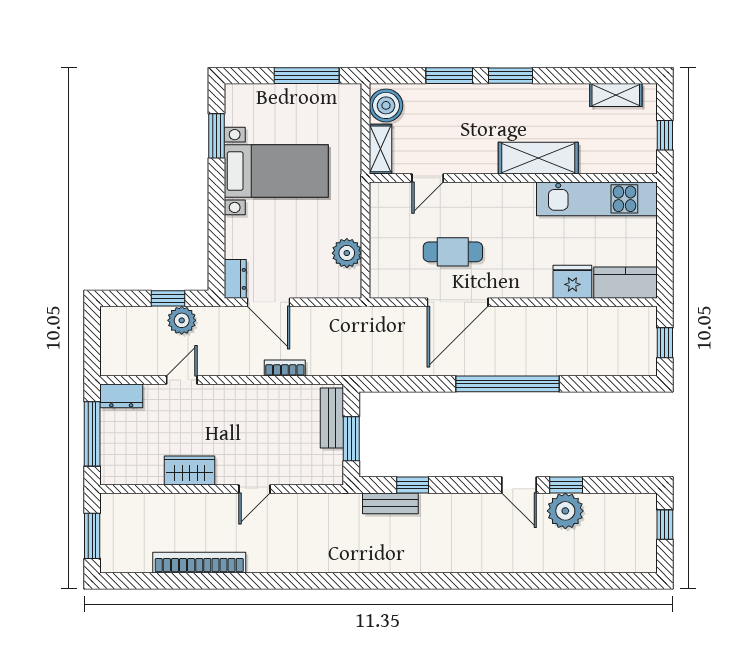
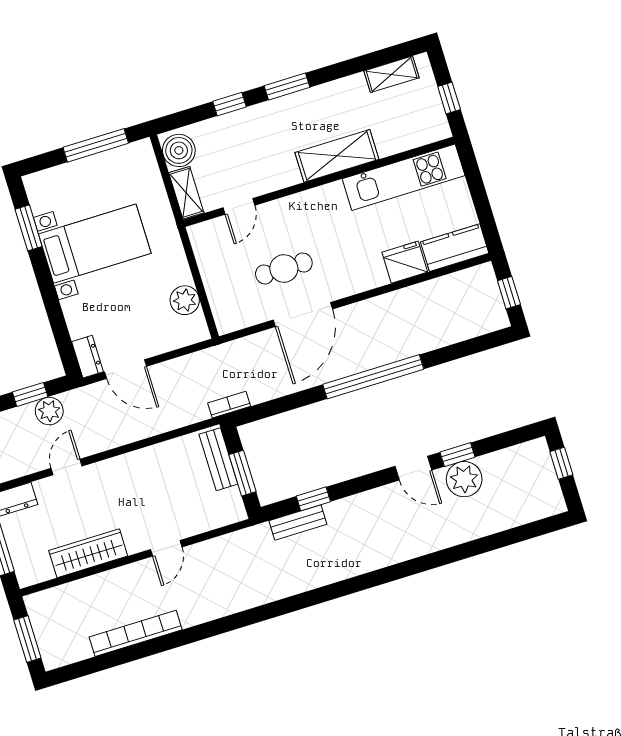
window: (449, 76) -> (230, 104), width x0.67
bookcase: (285, 368) -> (229, 405), moved
wardrobe: (190, 470) -> (88, 553), width x1.50

